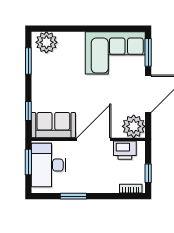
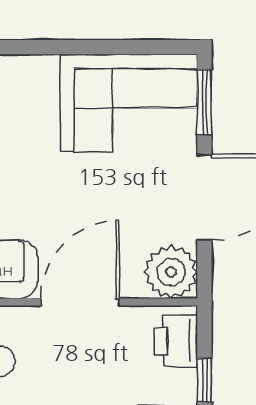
printer: (125, 150) -> (176, 341), moved, turned 90

